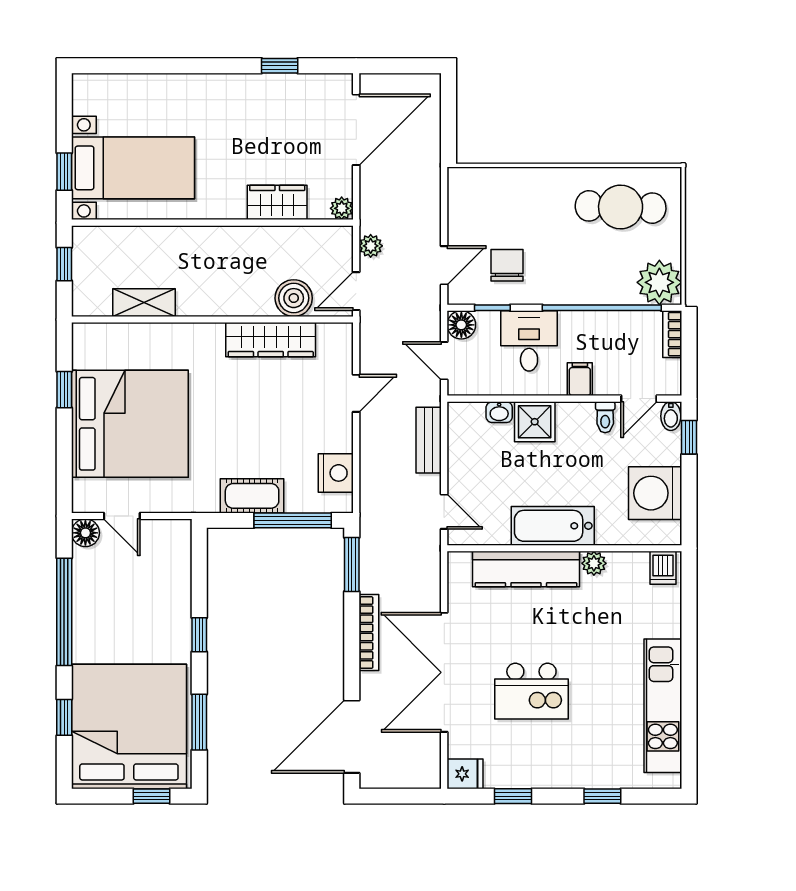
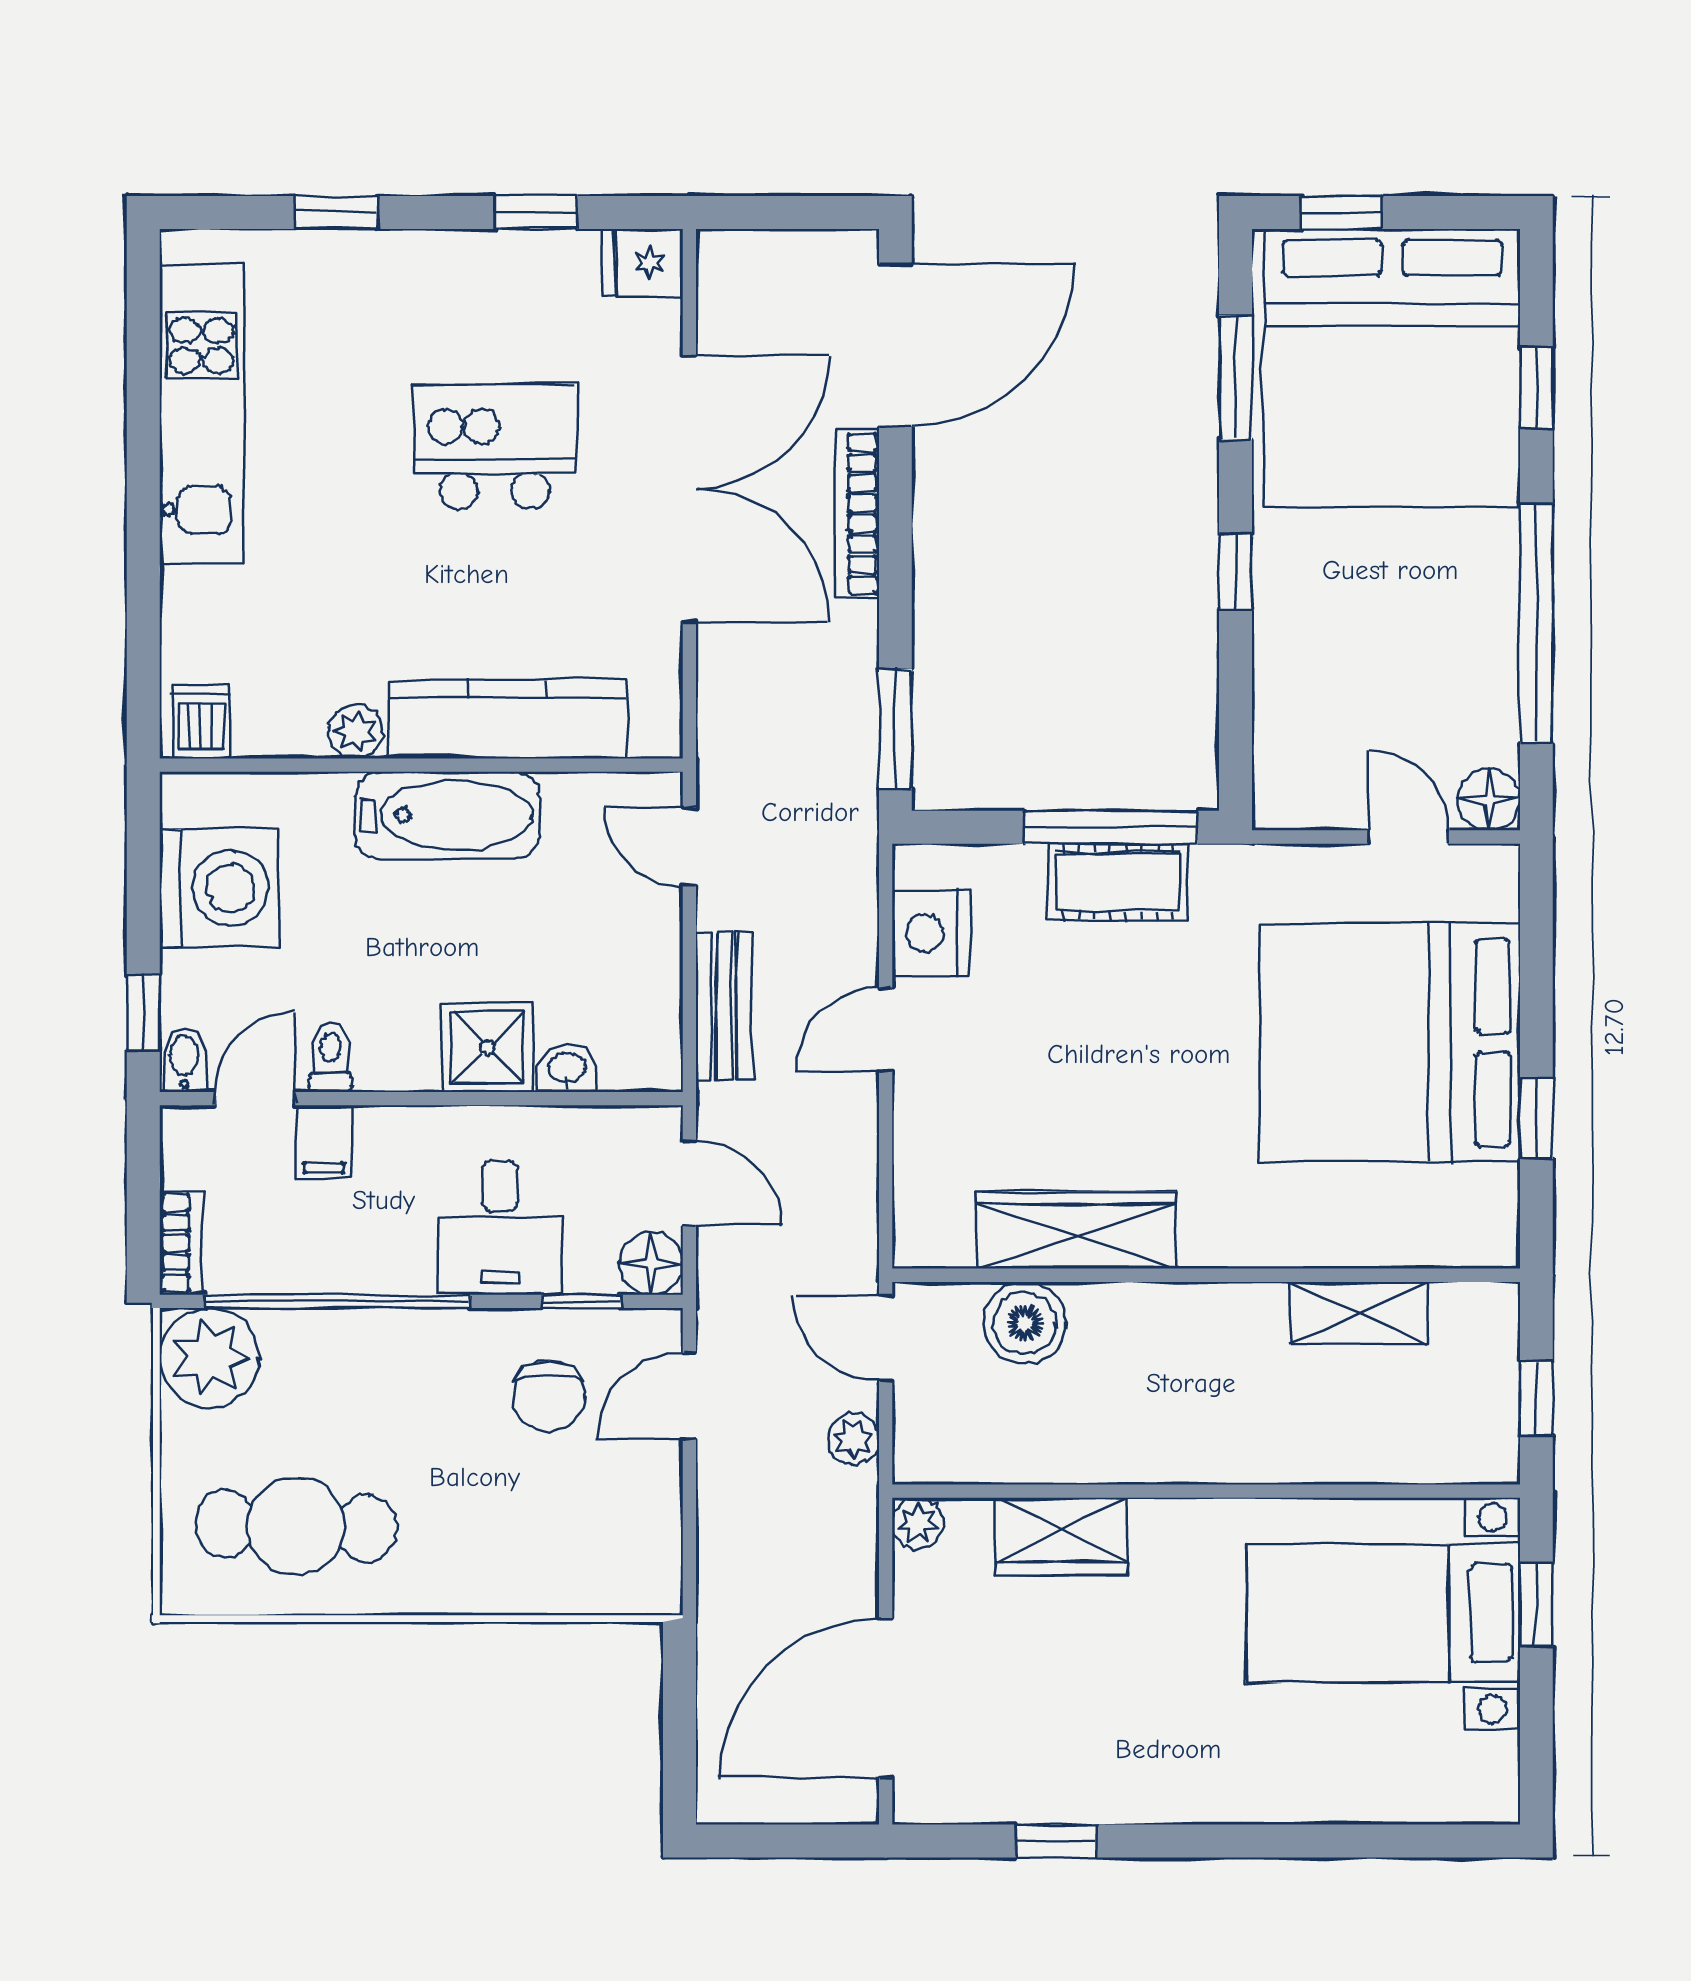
door: (356, 291) -> (886, 1338), swing flipped
filing cabinet: (580, 379) -> (324, 1142), moved
door: (356, 393) -> (886, 1029), moved
window: (293, 520) -> (1111, 827), moved
bookcase: (369, 633) -> (857, 513), moved

